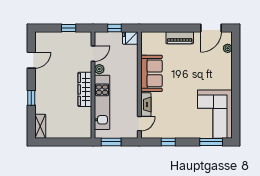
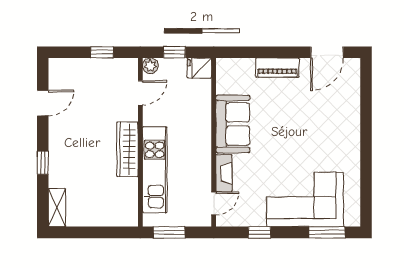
plant: (228, 48) -> (353, 84), removed
plant: (99, 69) -> (150, 66), moved
corner sofa: (215, 114) -> (305, 199), moved, turned 90

